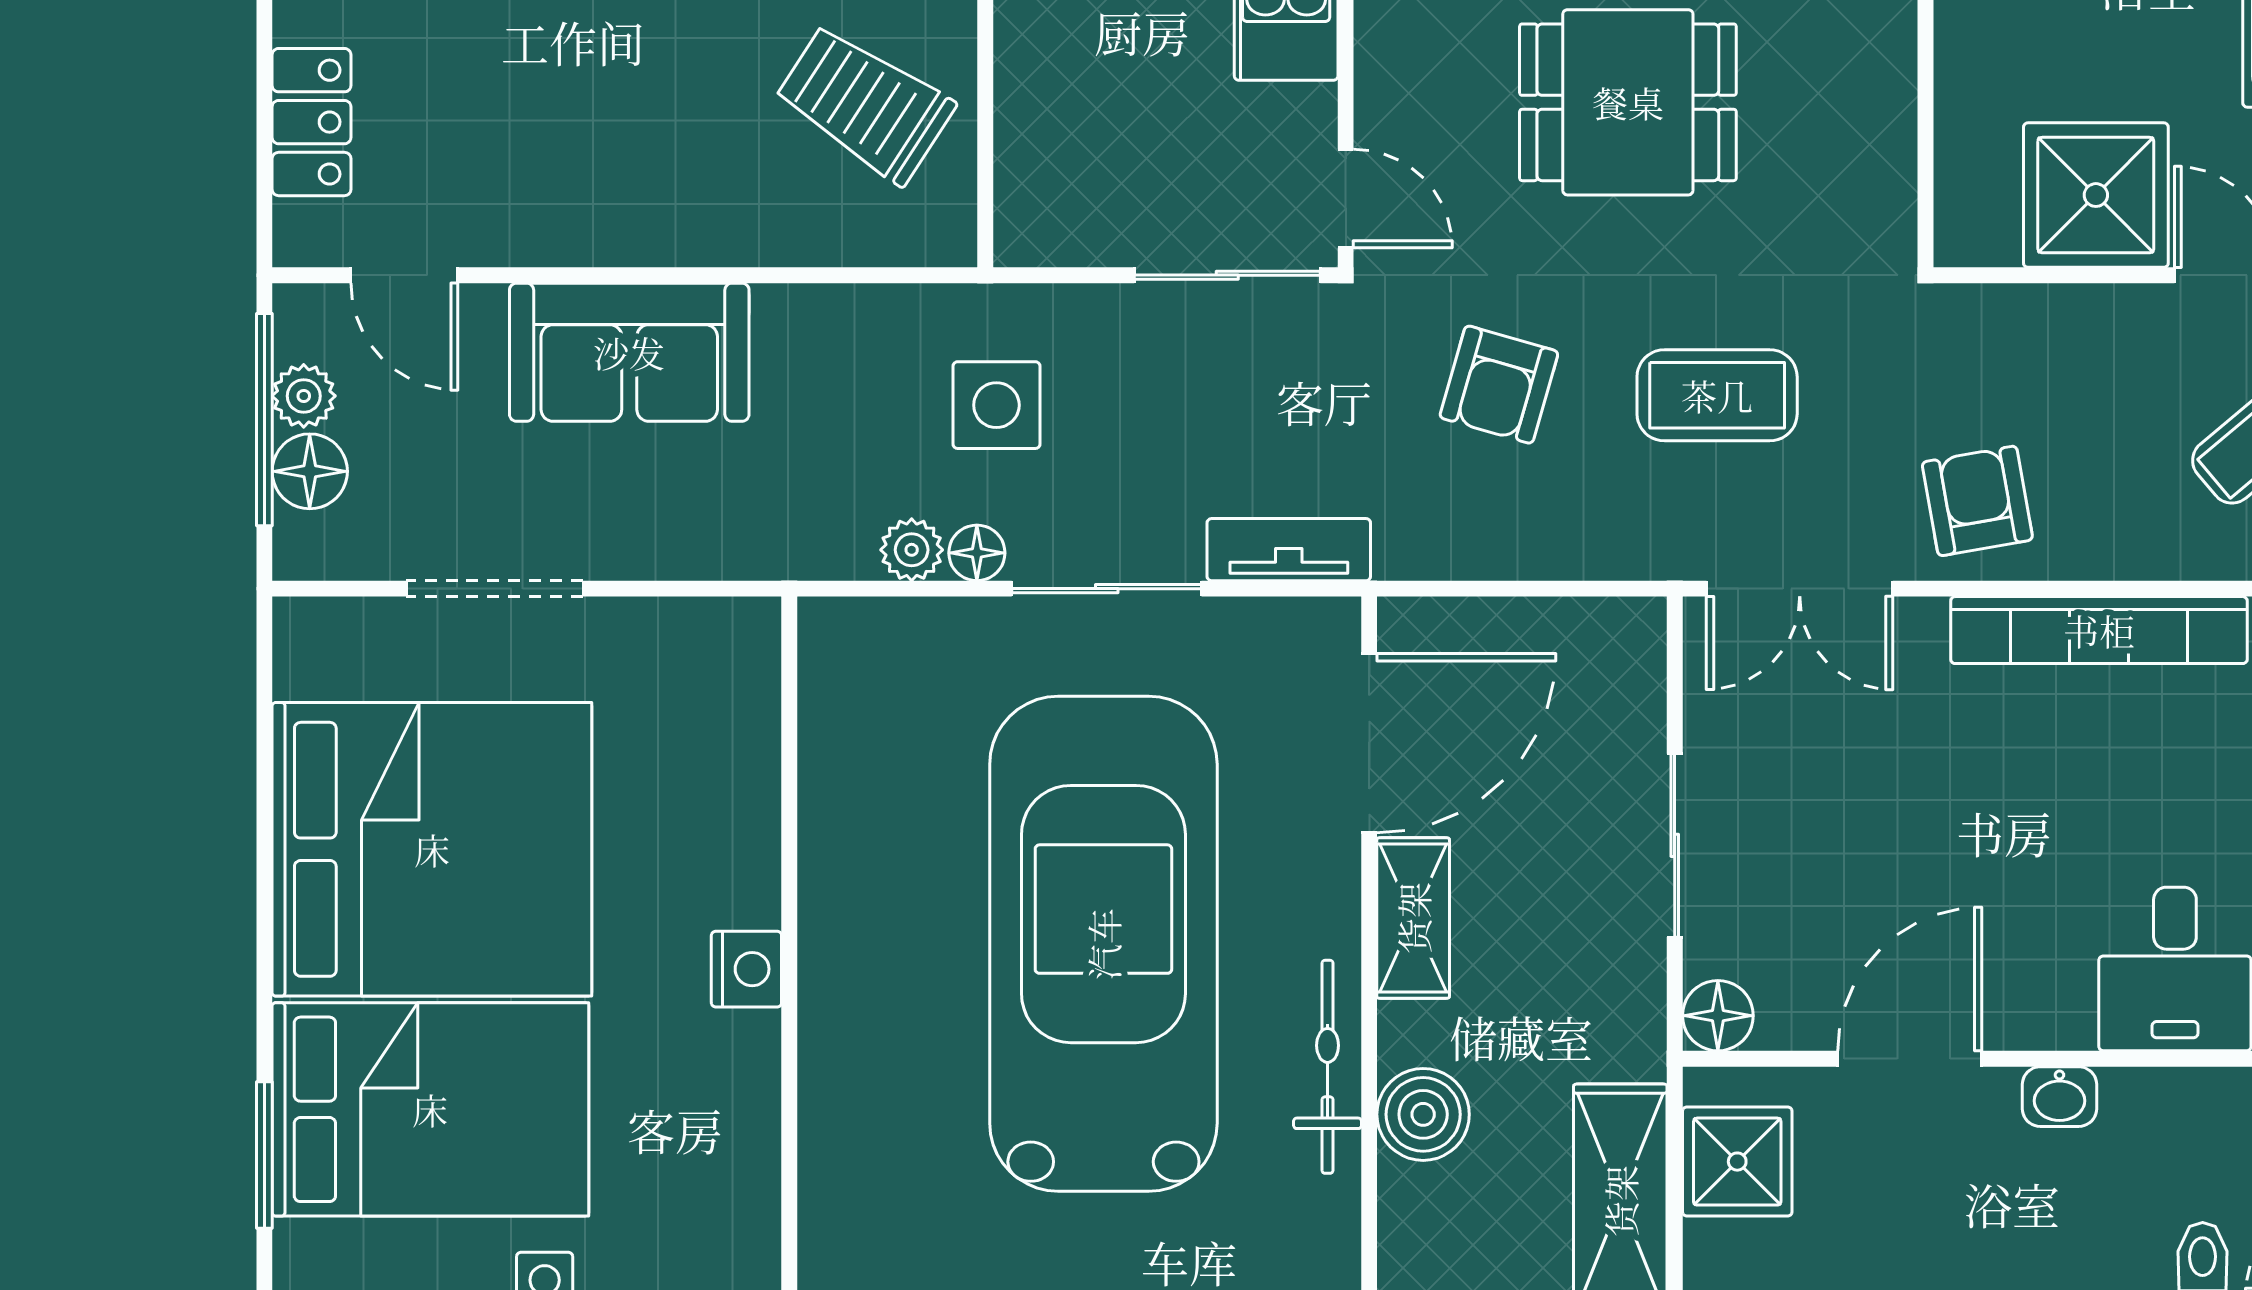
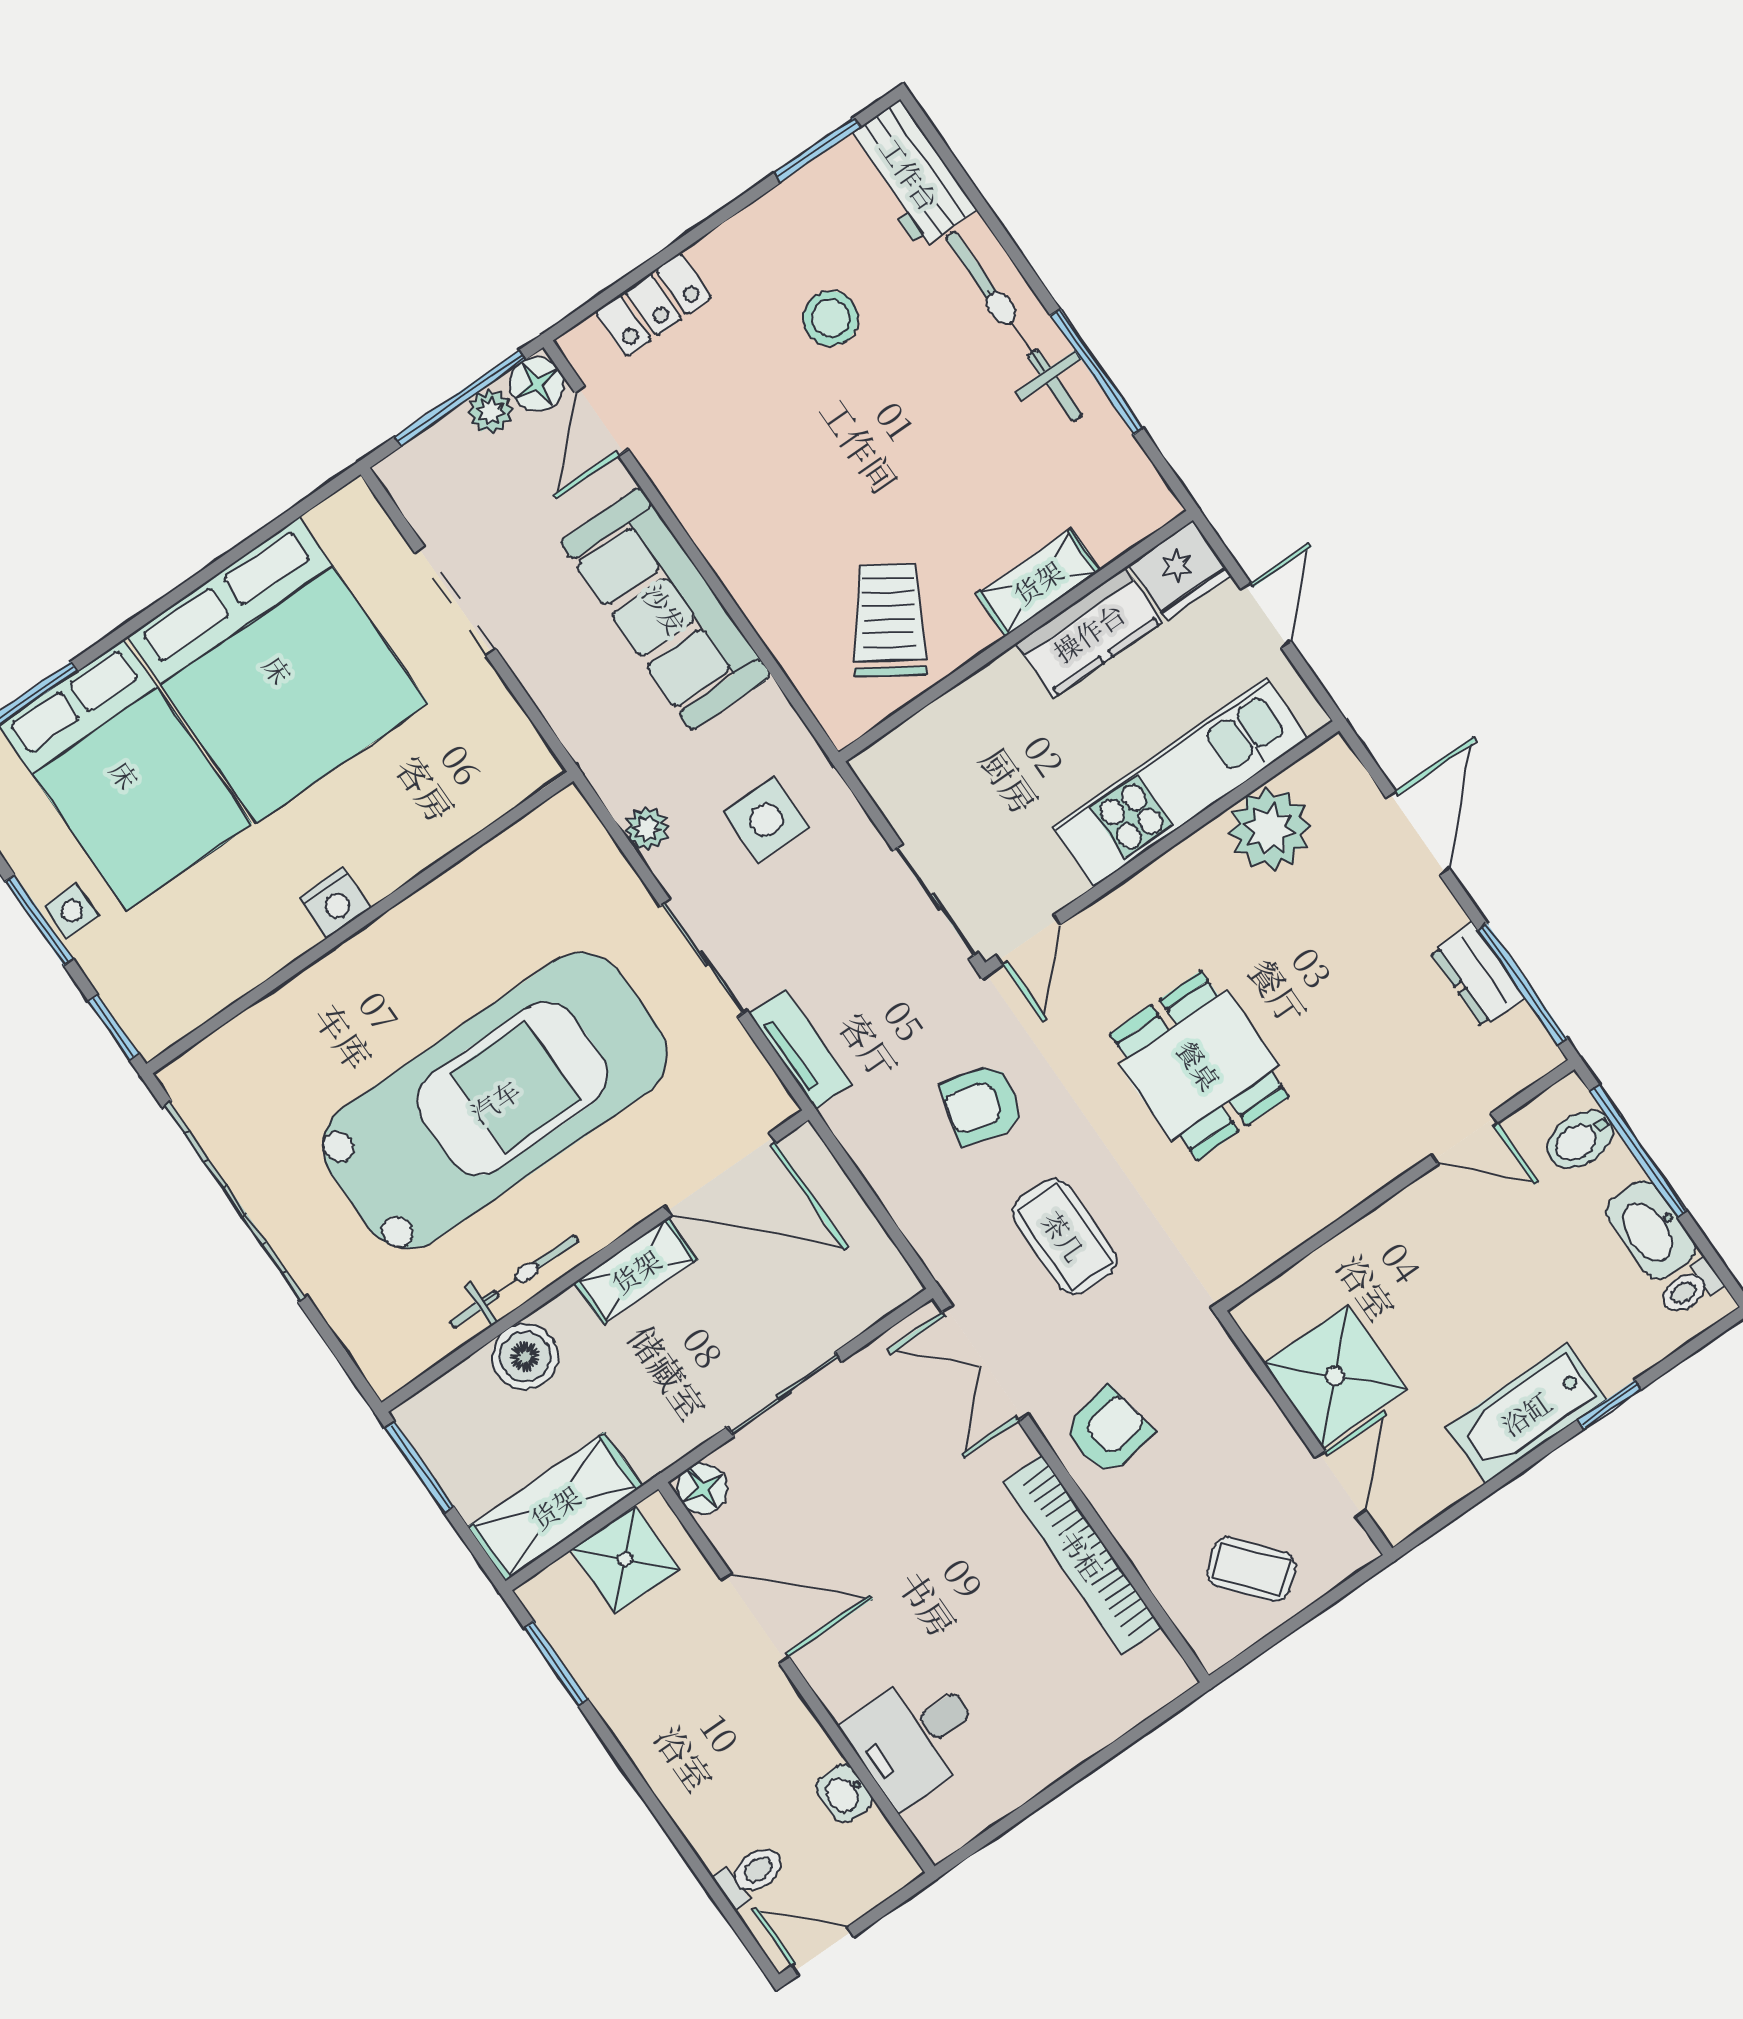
sofa: (629, 352) -> (665, 609), width x1.36
floor lamp: (310, 471) -> (537, 384), moved
floor lamp: (977, 553) -> (672, 868), removed
washbasin: (2059, 1097) -> (844, 1793), moved

